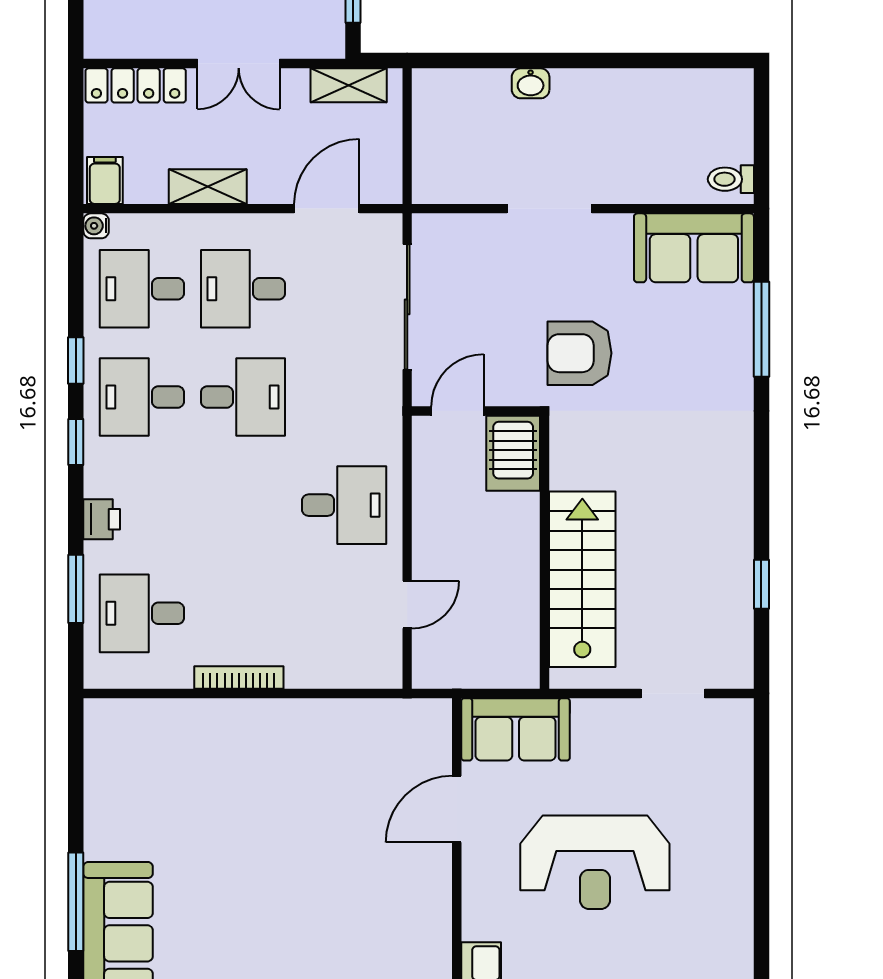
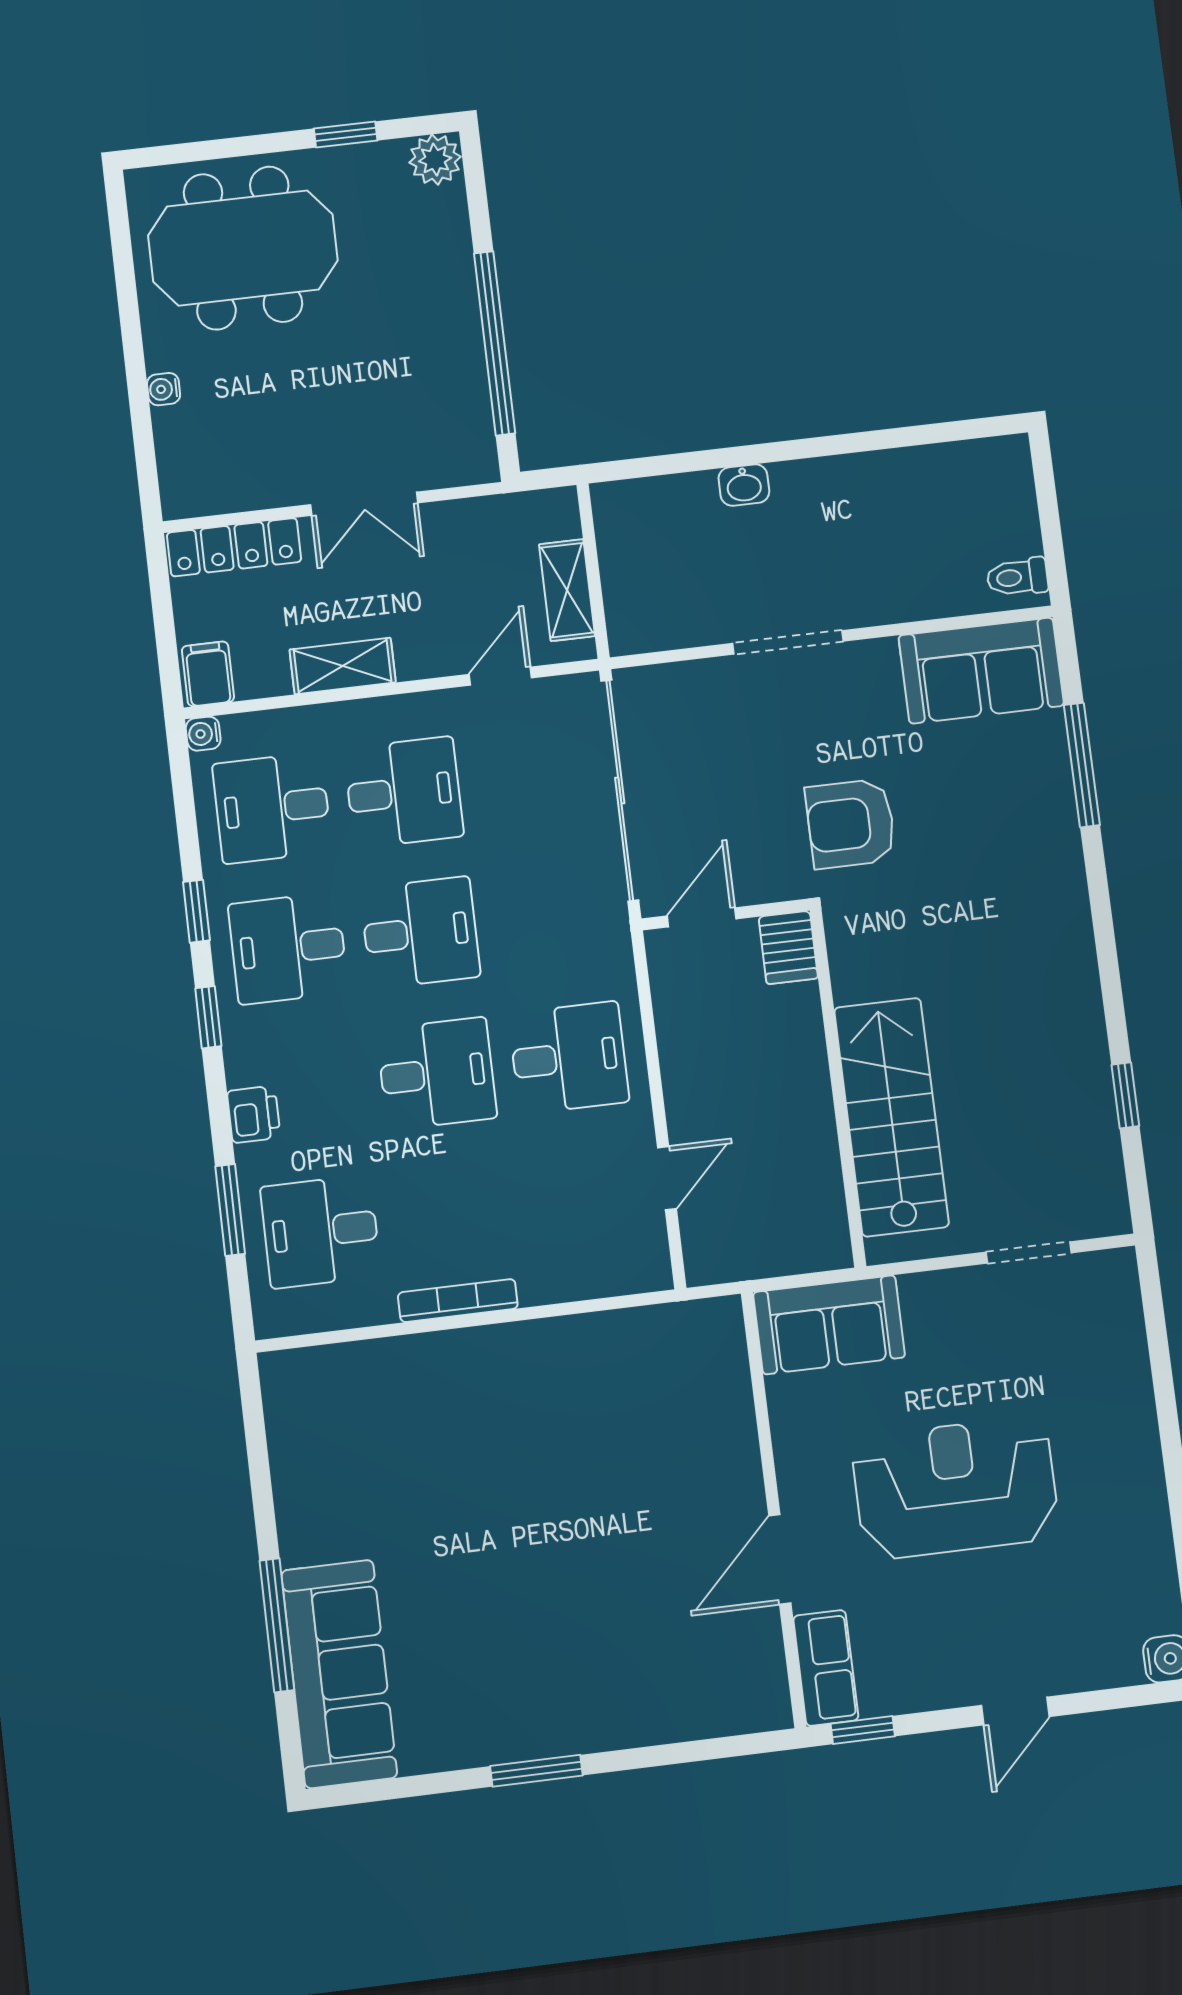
shelving: (349, 85) -> (567, 590), moved, turned 90
door: (327, 209) -> (500, 676), width x0.73
desk: (243, 289) -> (404, 792), turned 180
sliding door: (407, 307) -> (620, 790), width x1.36
server rack: (513, 453) -> (788, 948), width x0.73, depth x0.70
desk: (243, 505) -> (437, 1074), added
door: (457, 809) -> (780, 1559), moved
reception desk: (595, 862) -> (955, 1488), turned 180

